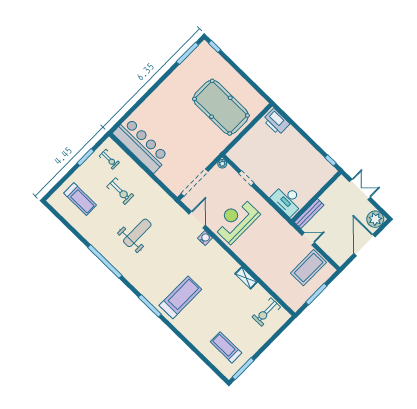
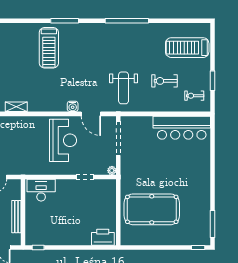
treadmill: (80, 199) -> (187, 48), width x1.37, depth x1.38
bench: (309, 214) -> (16, 217), moved
weight bench: (137, 233) -> (124, 88), moved

